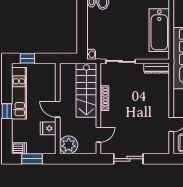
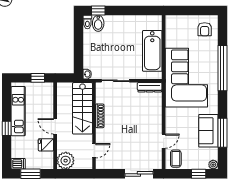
window: (27, 58) -> (38, 78), moved
sliding door: (128, 159) -> (139, 174), moved

